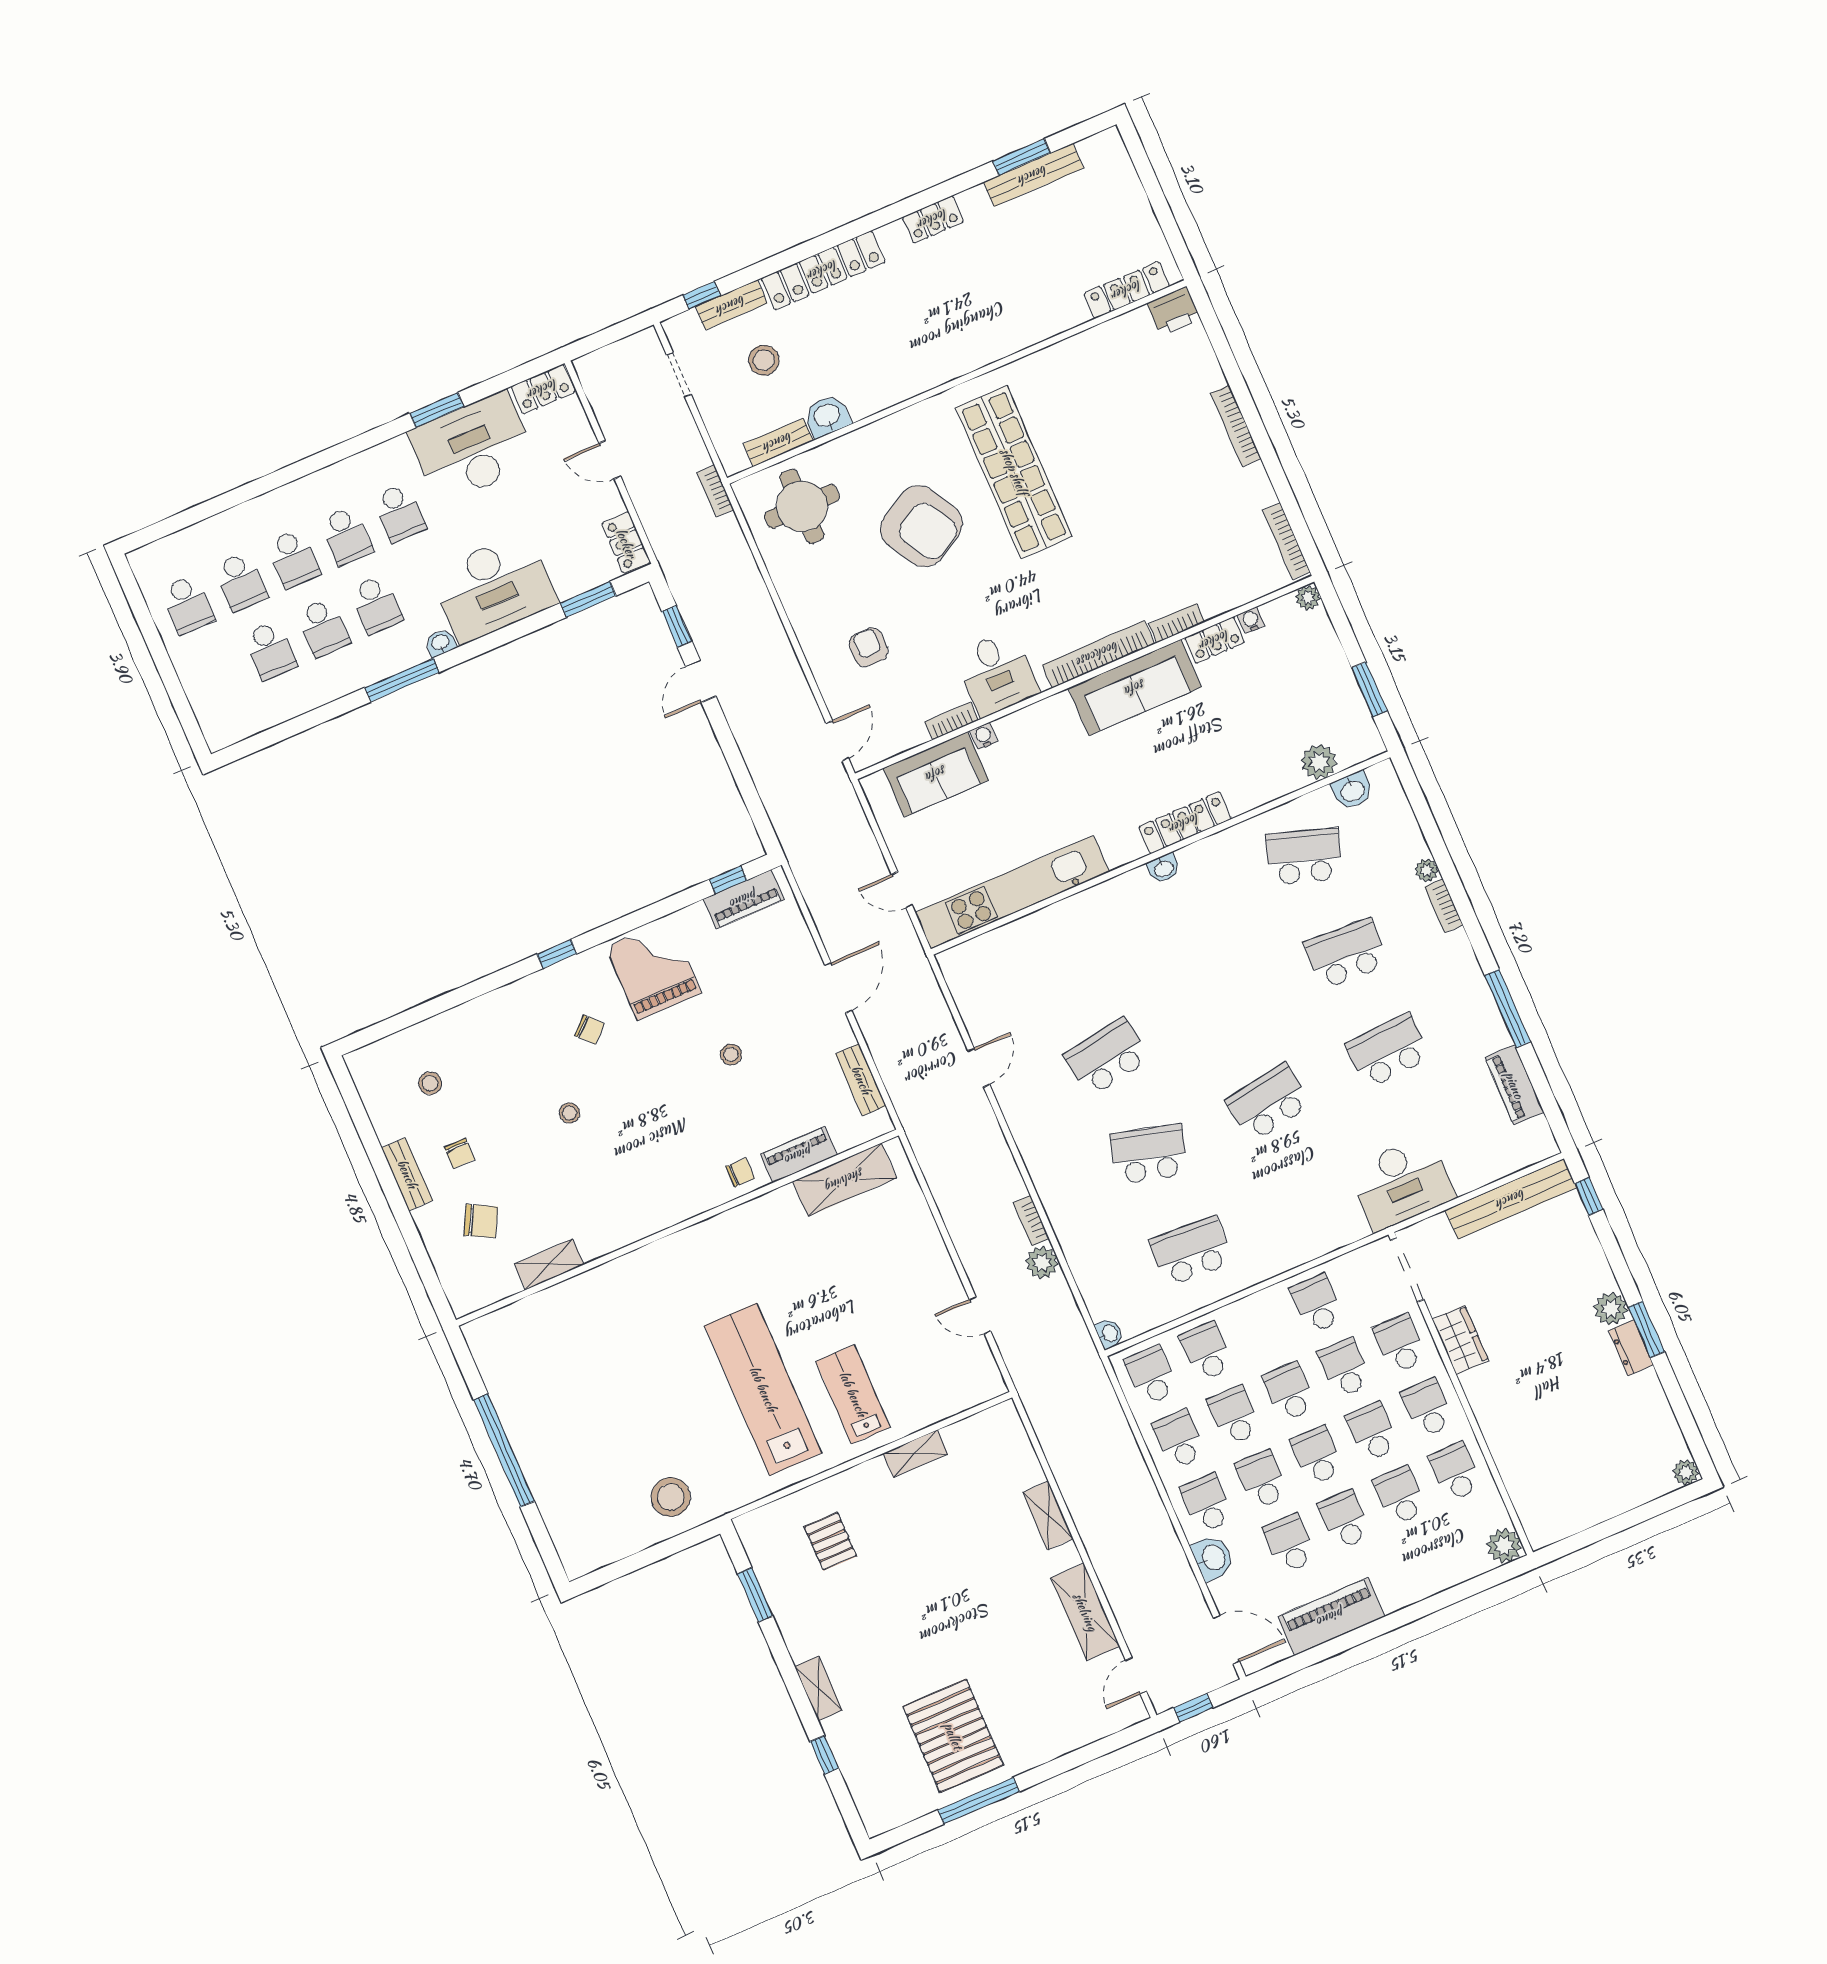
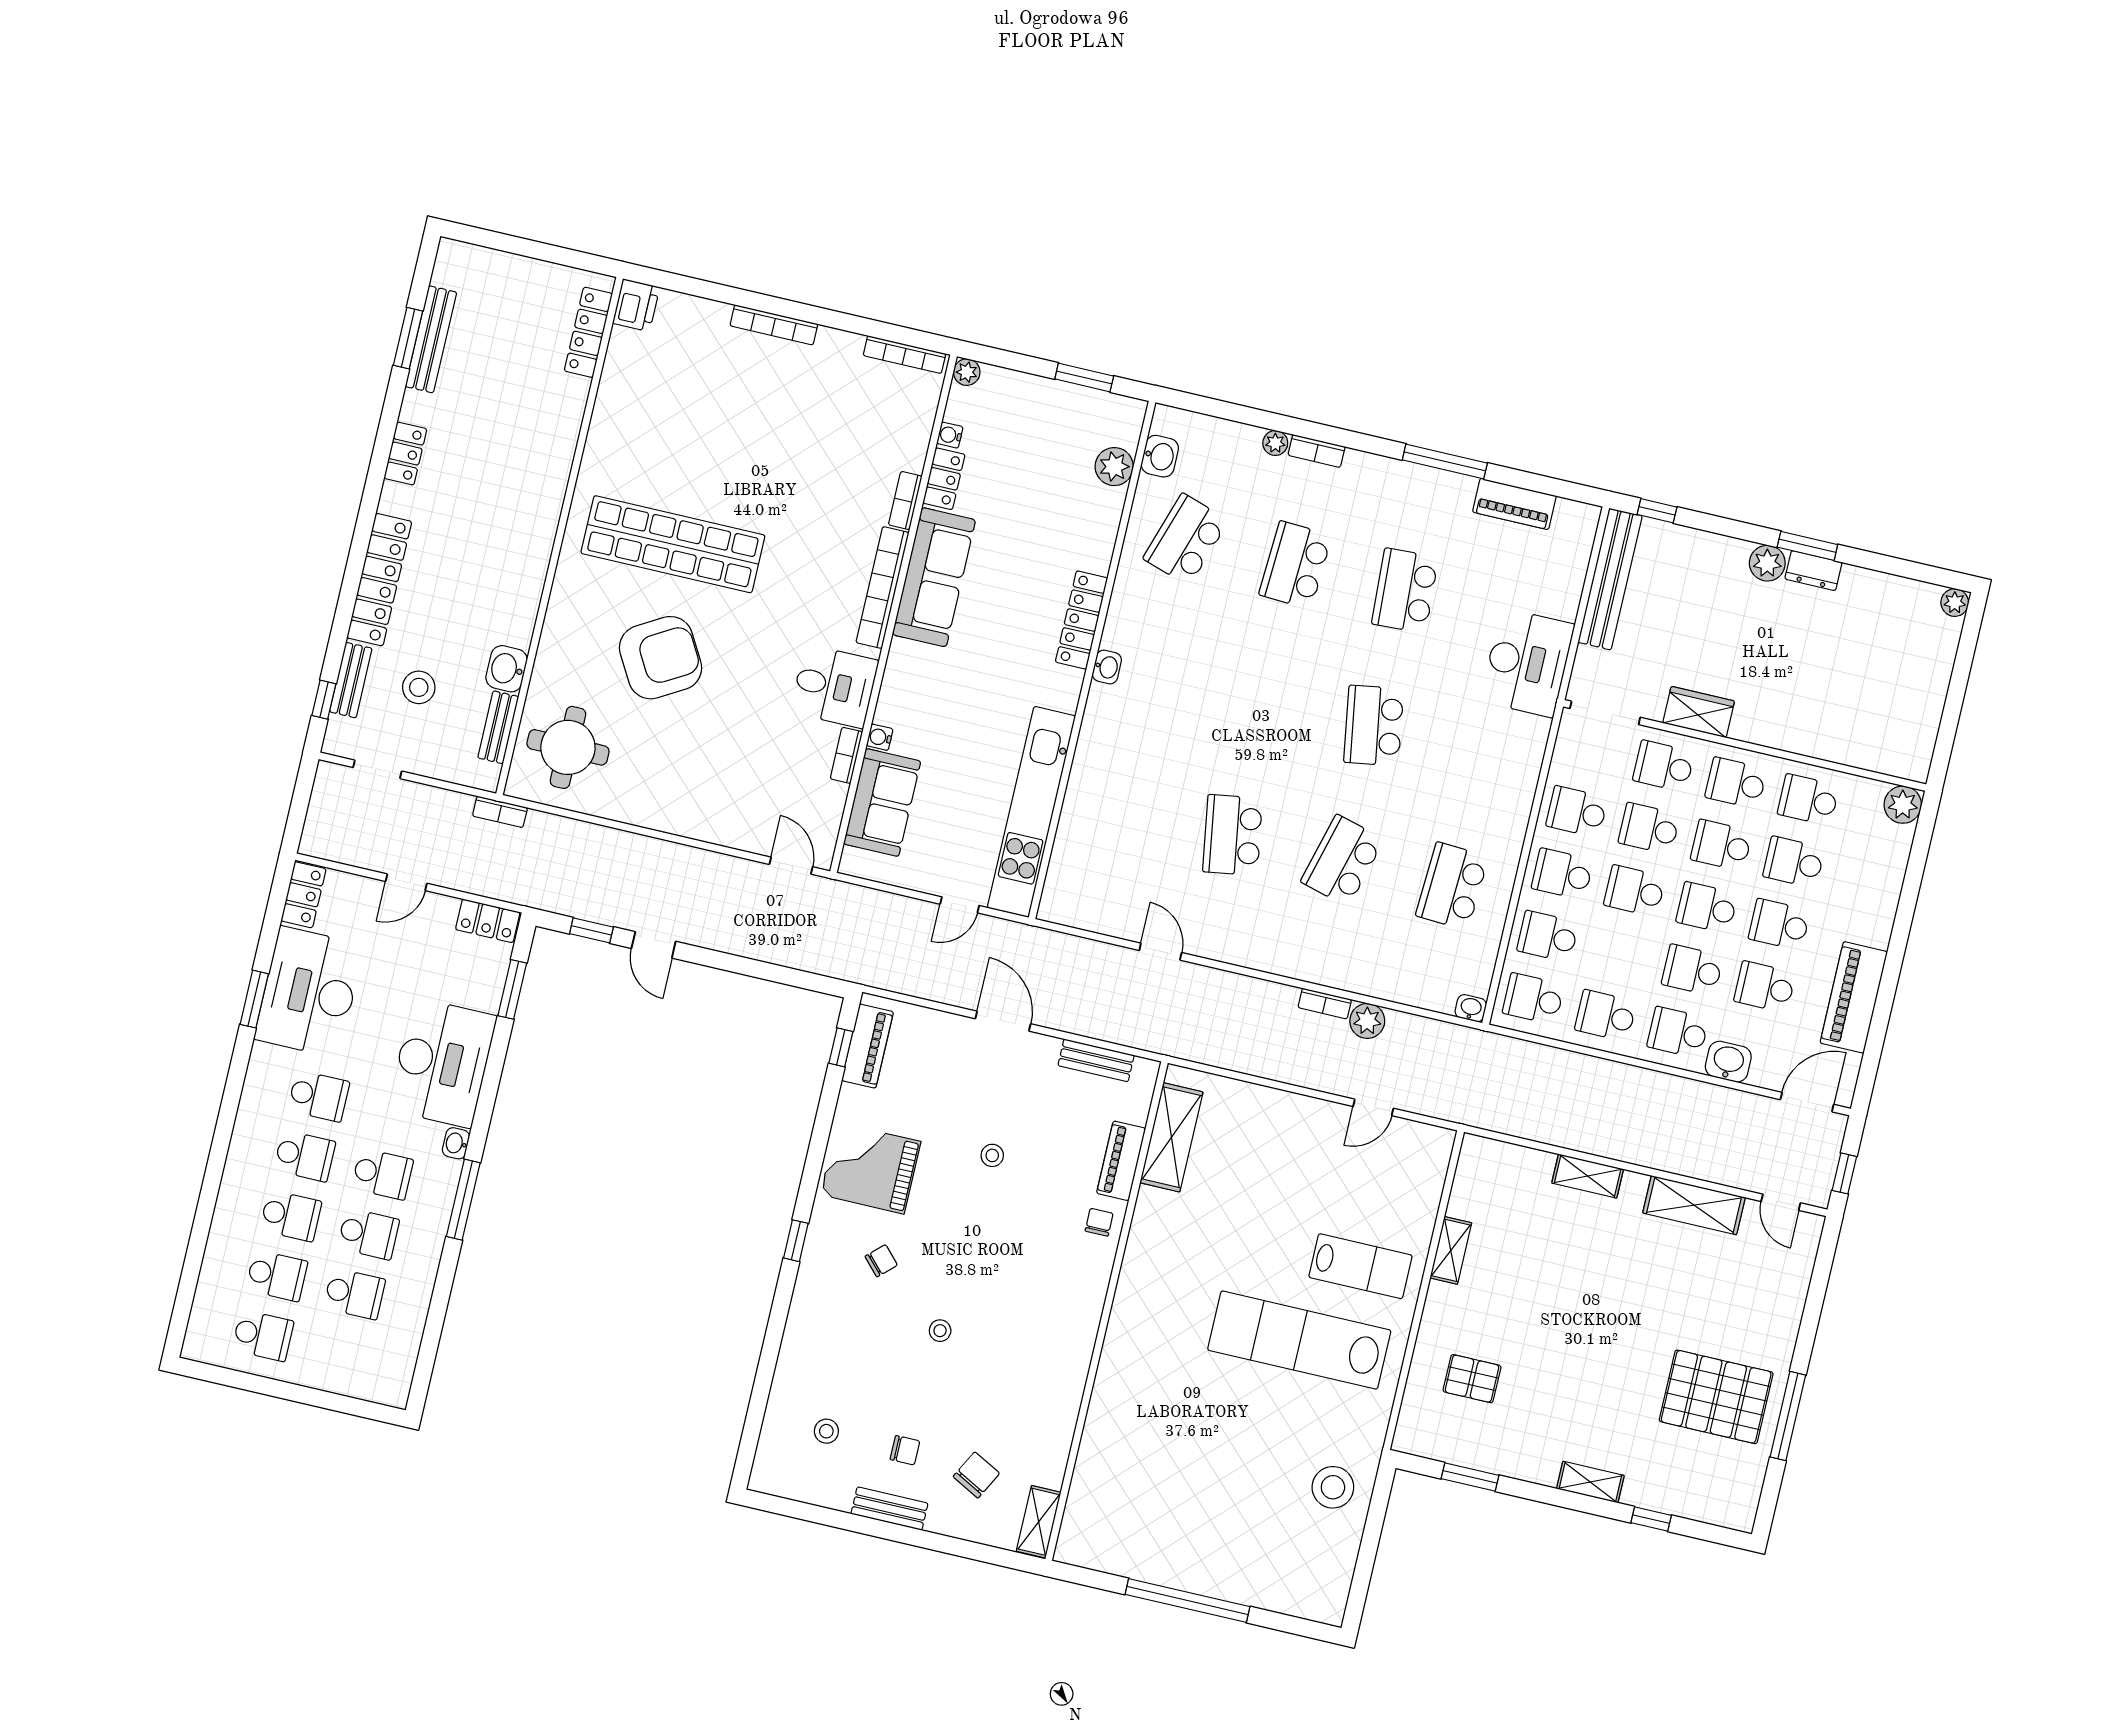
armchair: (869, 647) -> (731, 780), removed
shelving: (549, 1264) -> (1039, 1522), moved
lab bench: (853, 1394) -> (1360, 1266), turned 180
school desk: (1234, 1416) -> (1562, 874), moved

